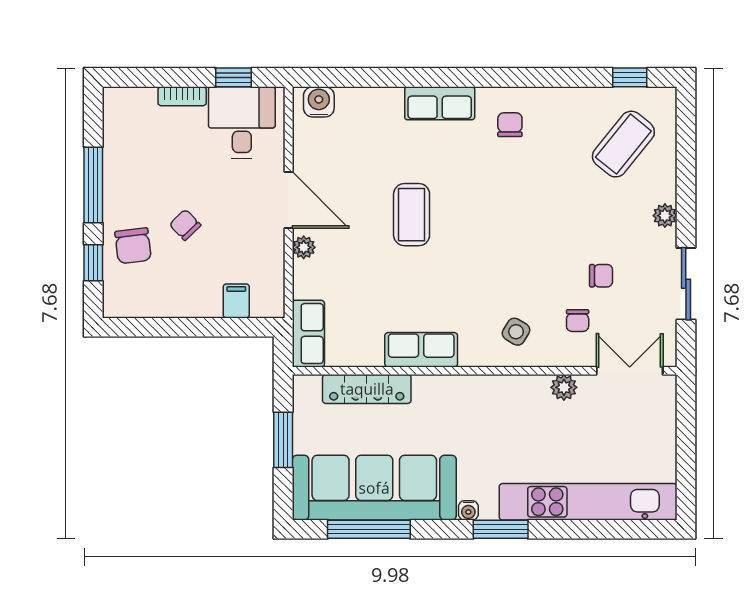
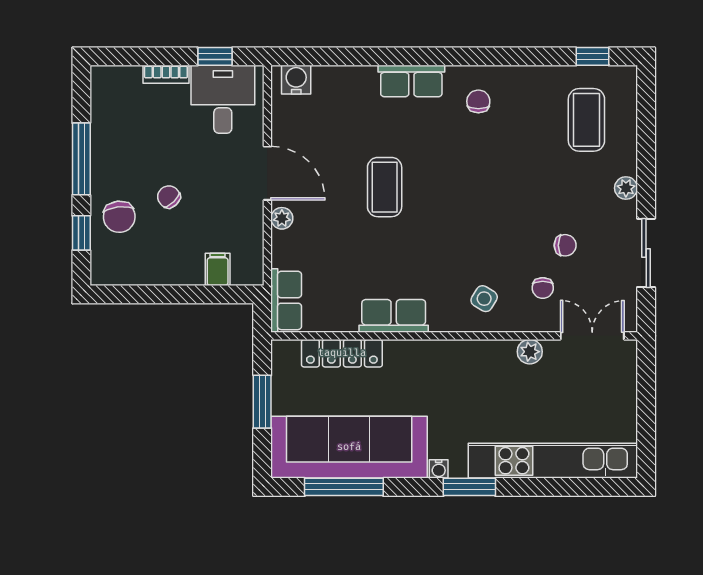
coffee table: (623, 144) -> (586, 120), turned -39

